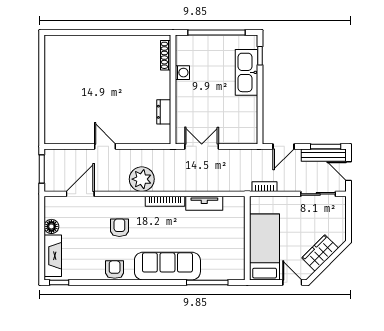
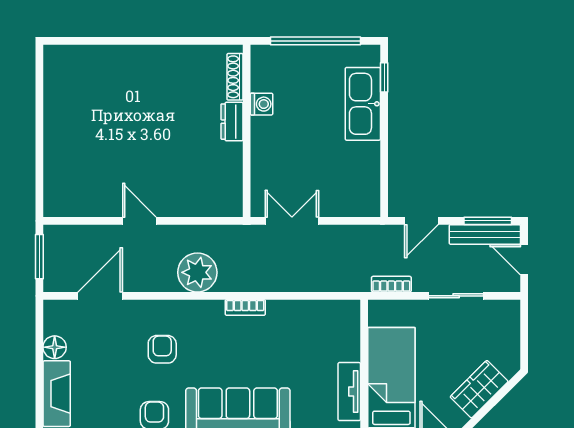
dresser: (164, 112) -> (232, 122), moved
sliding door: (318, 194) -> (456, 296), moved
bookcase: (165, 201) -> (245, 307), width x0.64
tv unit: (204, 203) -> (349, 392), moved, turned 90

